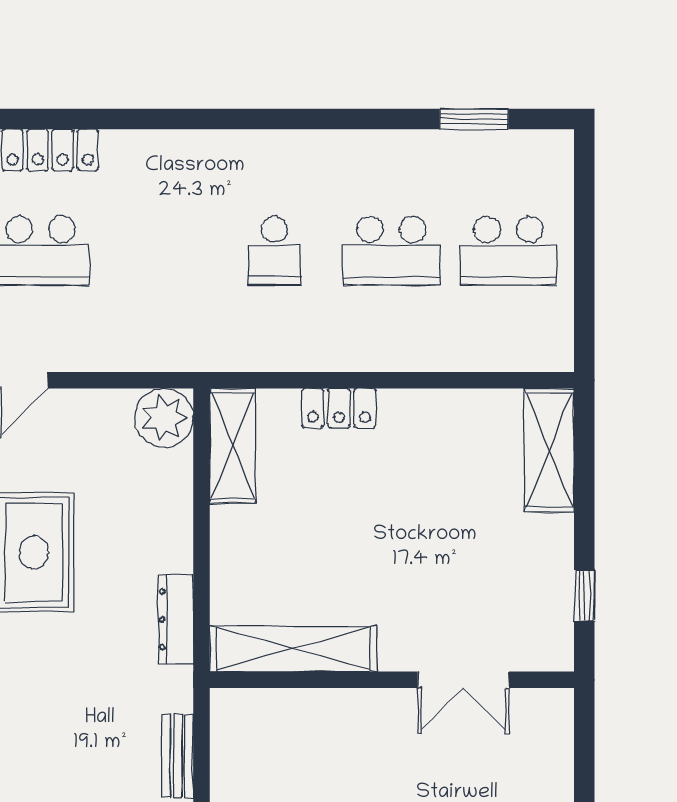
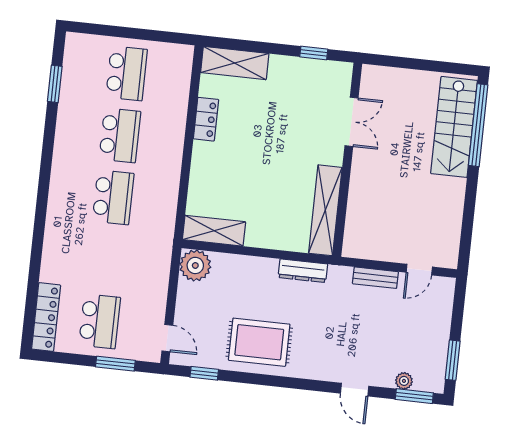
school desk: (274, 251) -> (113, 197), width x1.85
locker: (339, 408) -> (206, 119), moved

